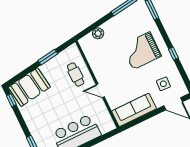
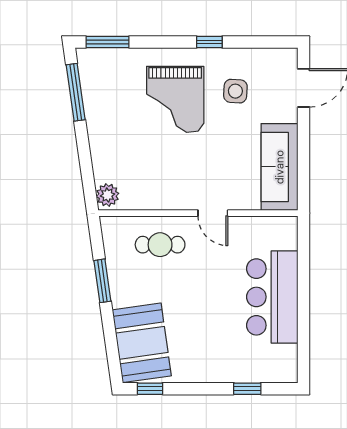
plant: (98, 33) -> (108, 195), moved
side table: (163, 84) -> (235, 91), moved
door: (100, 91) -> (213, 213), hinge flipped

